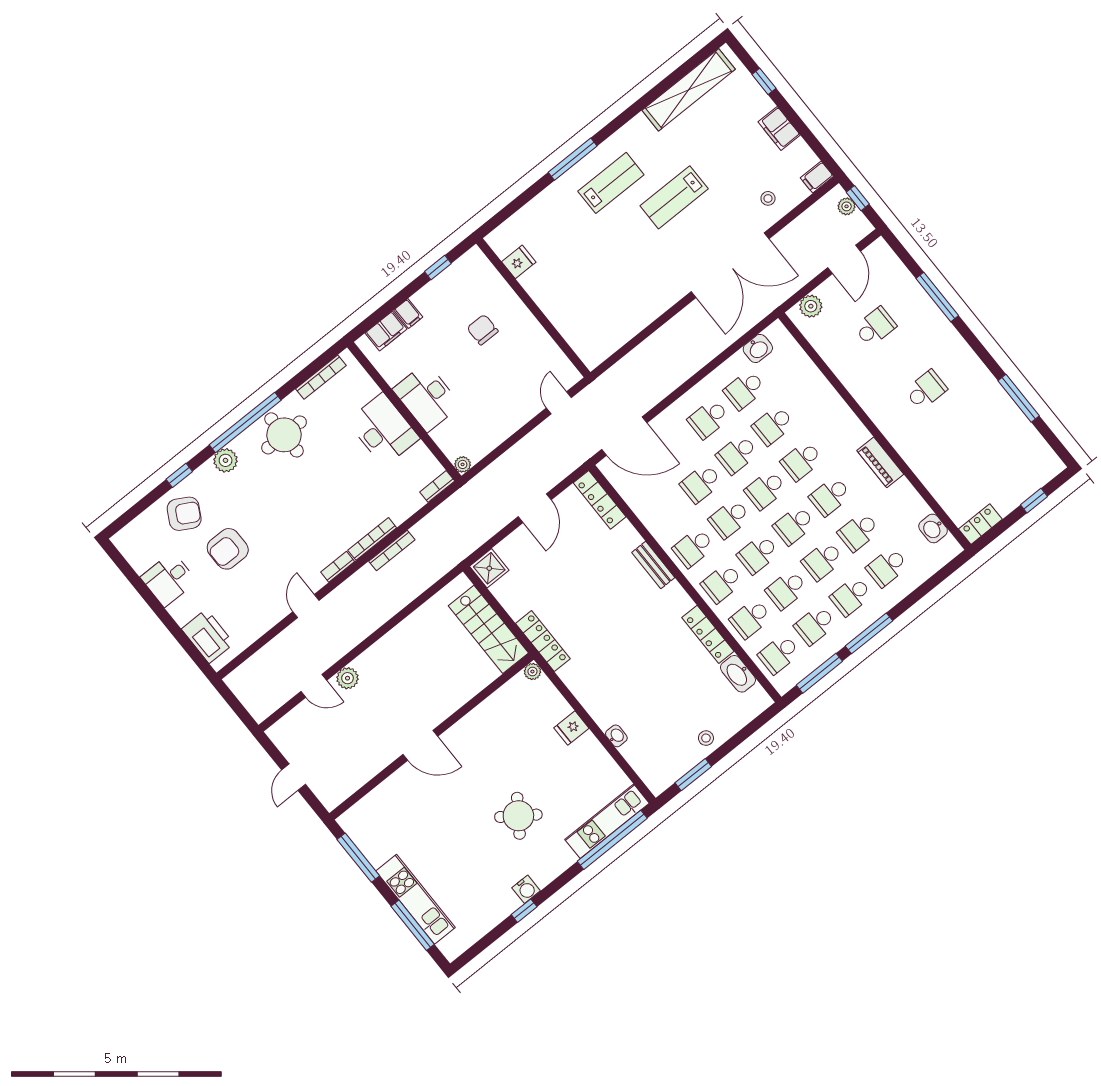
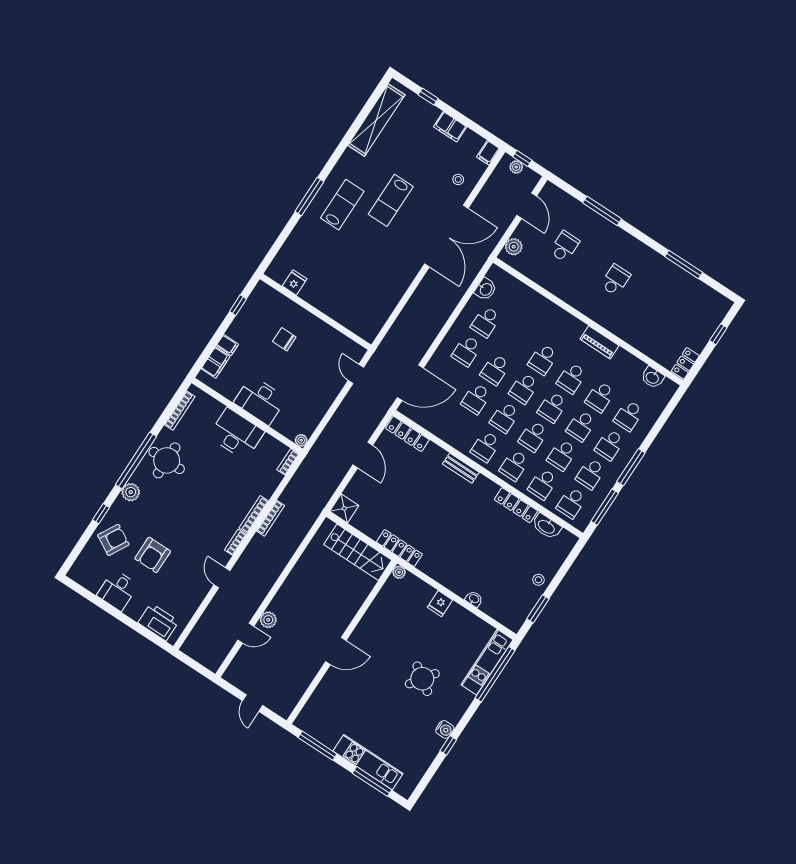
school desk: (773, 425) -> (514, 341), removed

